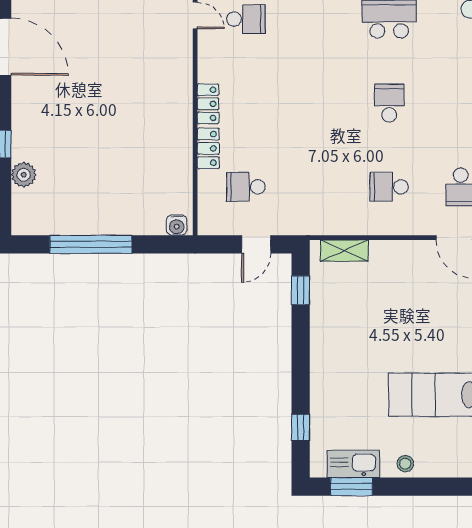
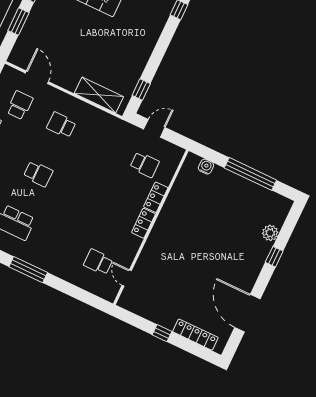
school desk: (389, 103) -> (38, 174), turned -90
school desk: (389, 187) -> (61, 125), turned 180
water cooler: (177, 225) -> (206, 167), moved
shelving: (344, 251) -> (99, 95), width x1.50, depth x1.33

